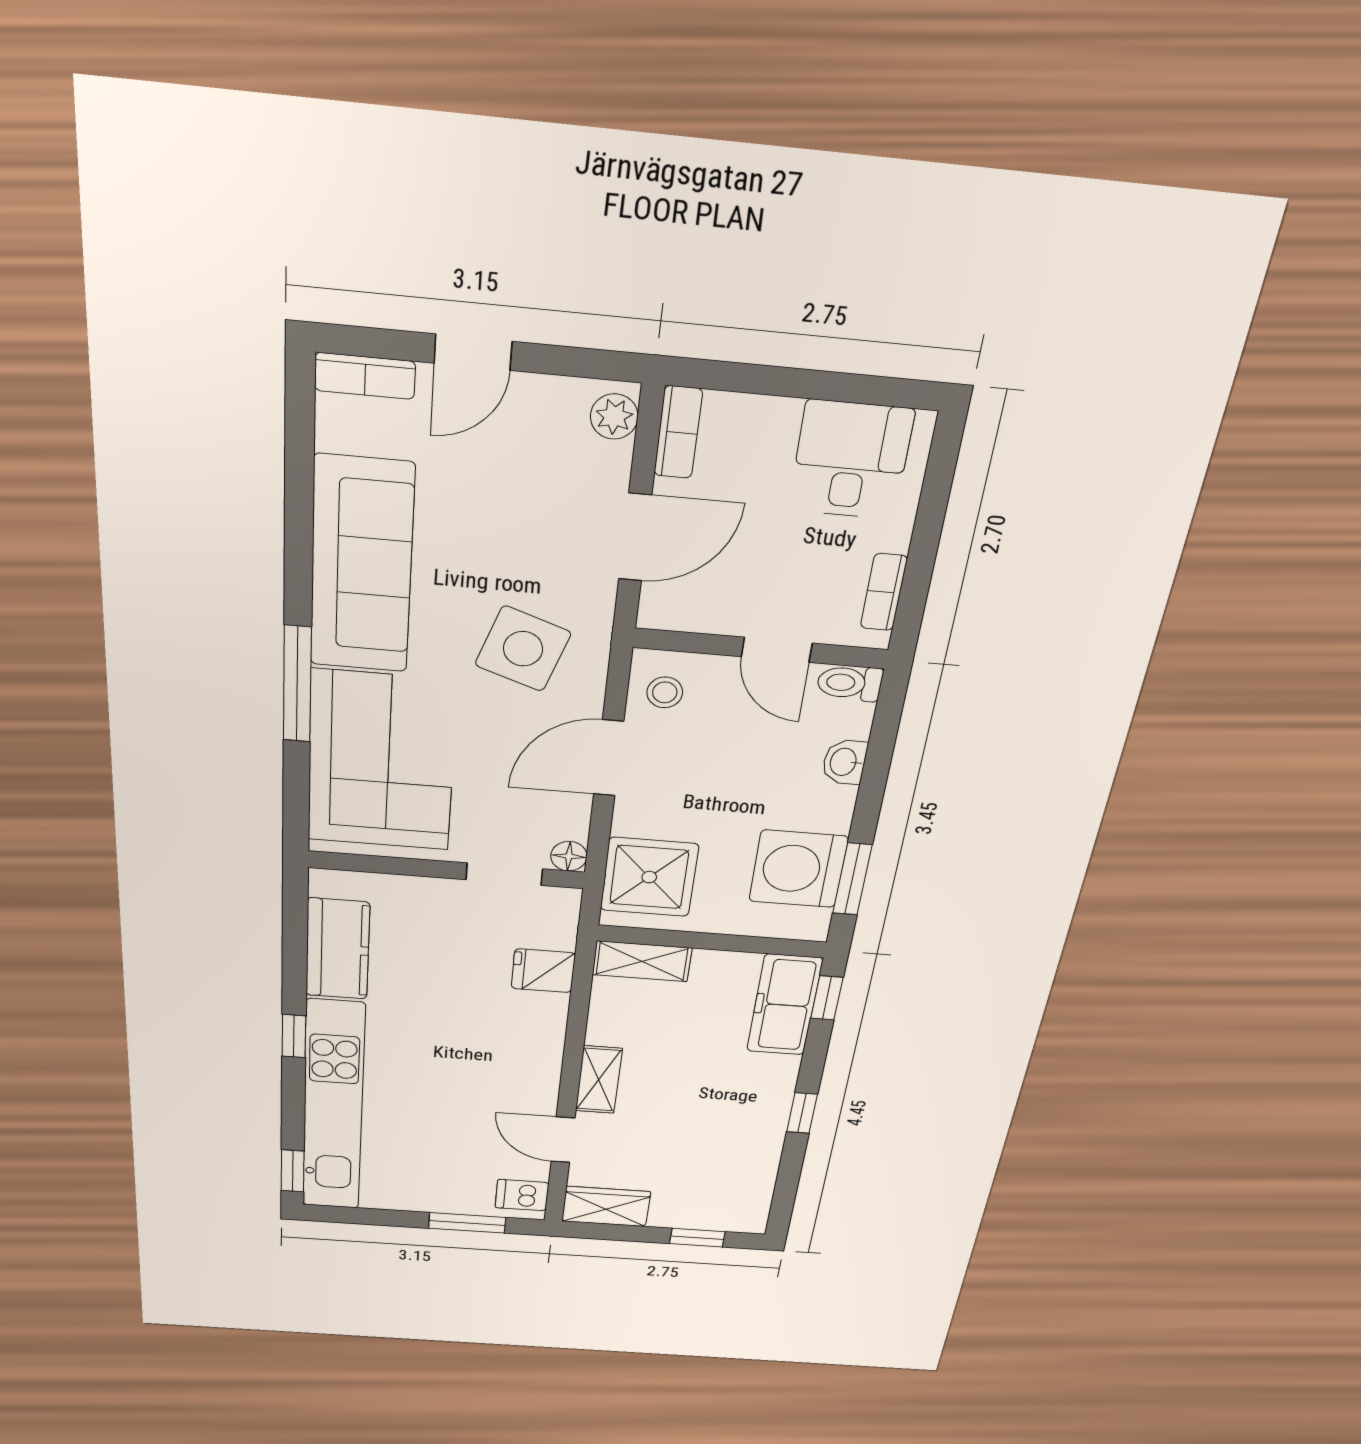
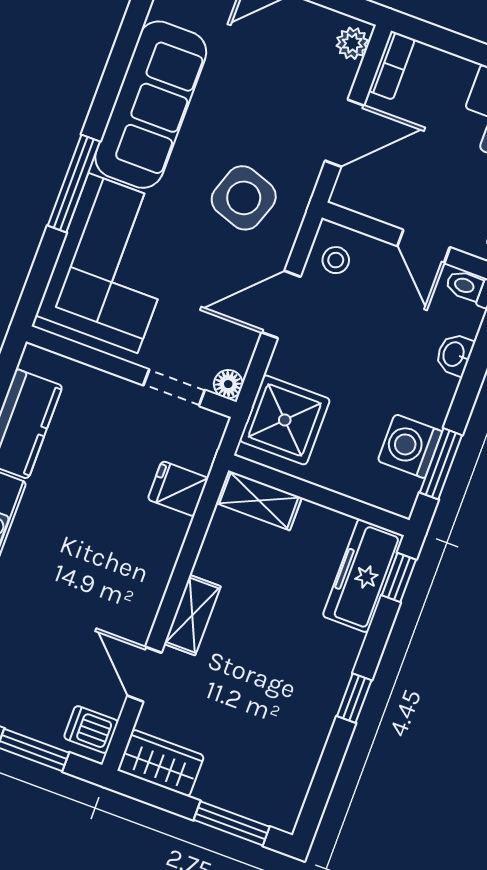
washing machine: (798, 869) -> (410, 446), width x0.73, depth x0.73
window: (697, 1238) -> (232, 823), width x1.50

